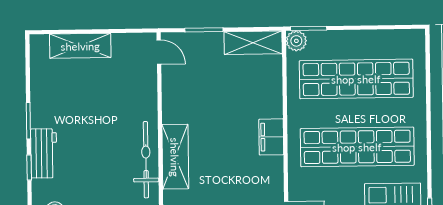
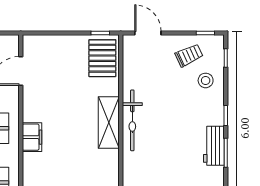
workbench: (44, 153) -> (214, 146), moved

